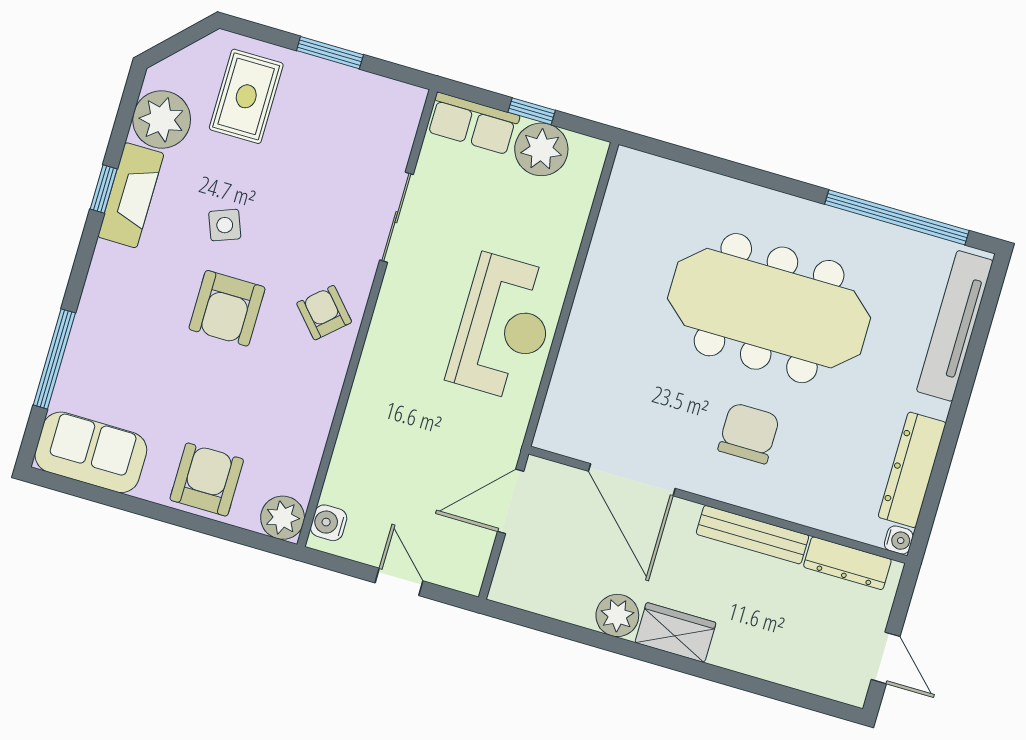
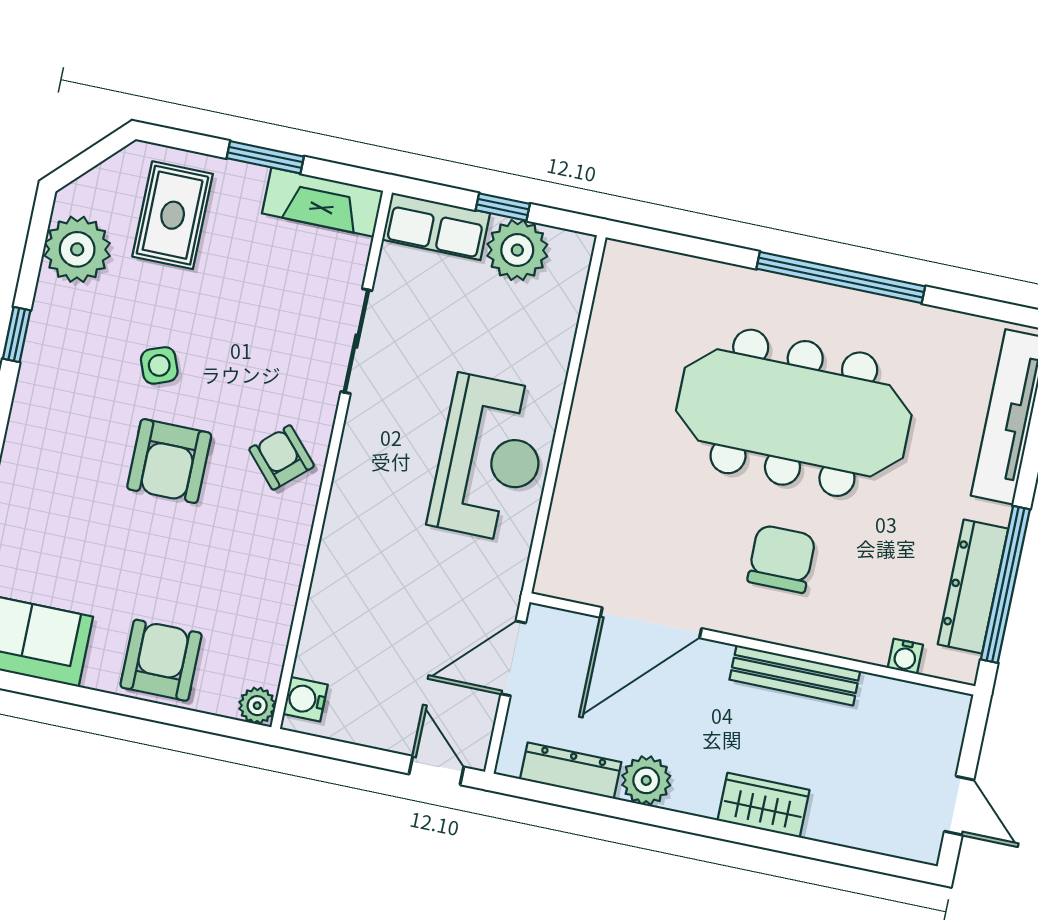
fireplace: (131, 195) -> (323, 202), moved, turned 90
window: (897, 217) -> (841, 278), moved
window: (940, 470) -> (1005, 584), added
door: (632, 480) -> (651, 623), hinge flipped
plant: (283, 518) -> (257, 706), width x0.73, depth x0.73
water cooler: (899, 540) -> (905, 656), moved, turned 90
dresser: (847, 563) -> (571, 771), moved, turned 180
door: (399, 582) -> (436, 770), moved
wardrobe: (675, 633) -> (764, 805), moved

